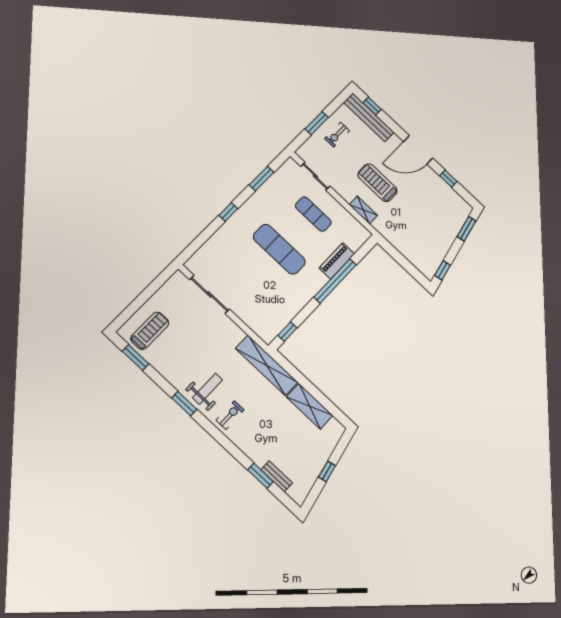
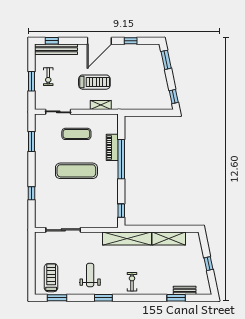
treadmill: (378, 183) -> (94, 82), turned 180
window: (228, 212) -> (31, 193), moved
weight bench: (208, 389) -> (90, 275), moved

